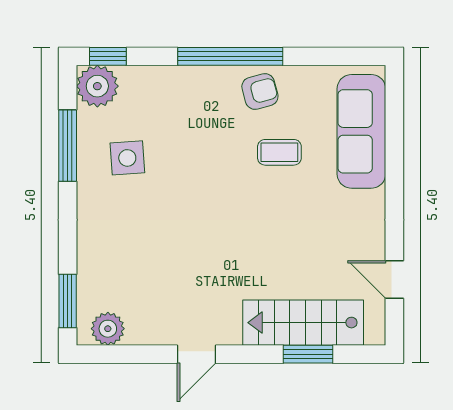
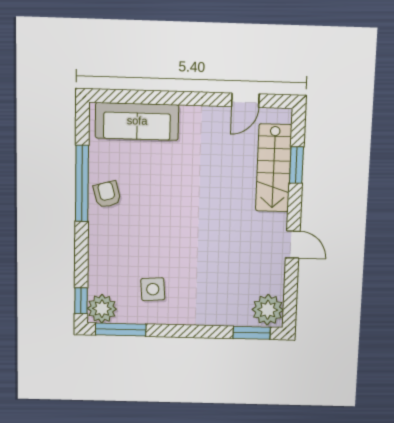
window: (230, 56) -> (82, 183), moved
window: (68, 146) -> (121, 330), moved
coffee table: (279, 152) -> (151, 182), removed
plant: (108, 329) -> (268, 310), width x1.36, depth x1.36

